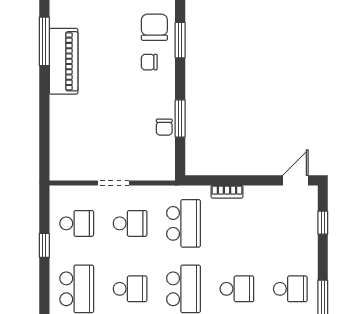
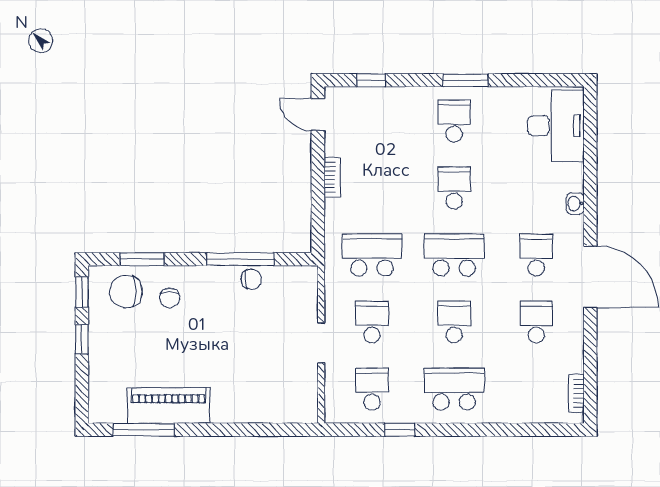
window: (180, 118) -> (240, 259), width x1.44
bookcase: (227, 192) -> (332, 177), moved

